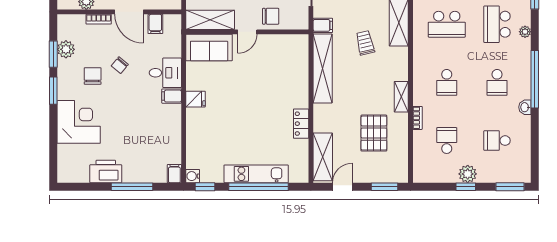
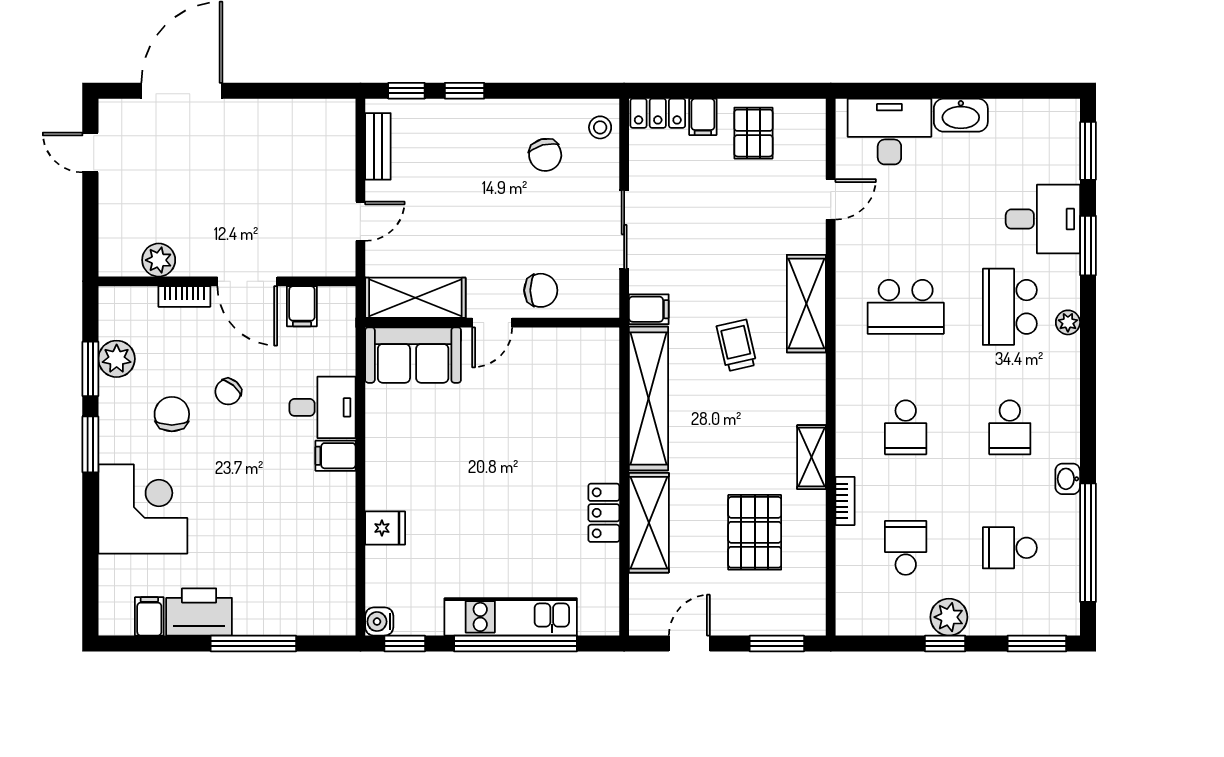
window: (535, 79) -> (1088, 543), moved
fridge: (196, 99) -> (385, 528), moved
shelving: (323, 157) -> (649, 523), moved
filing cabinet: (174, 174) -> (149, 616), moved

